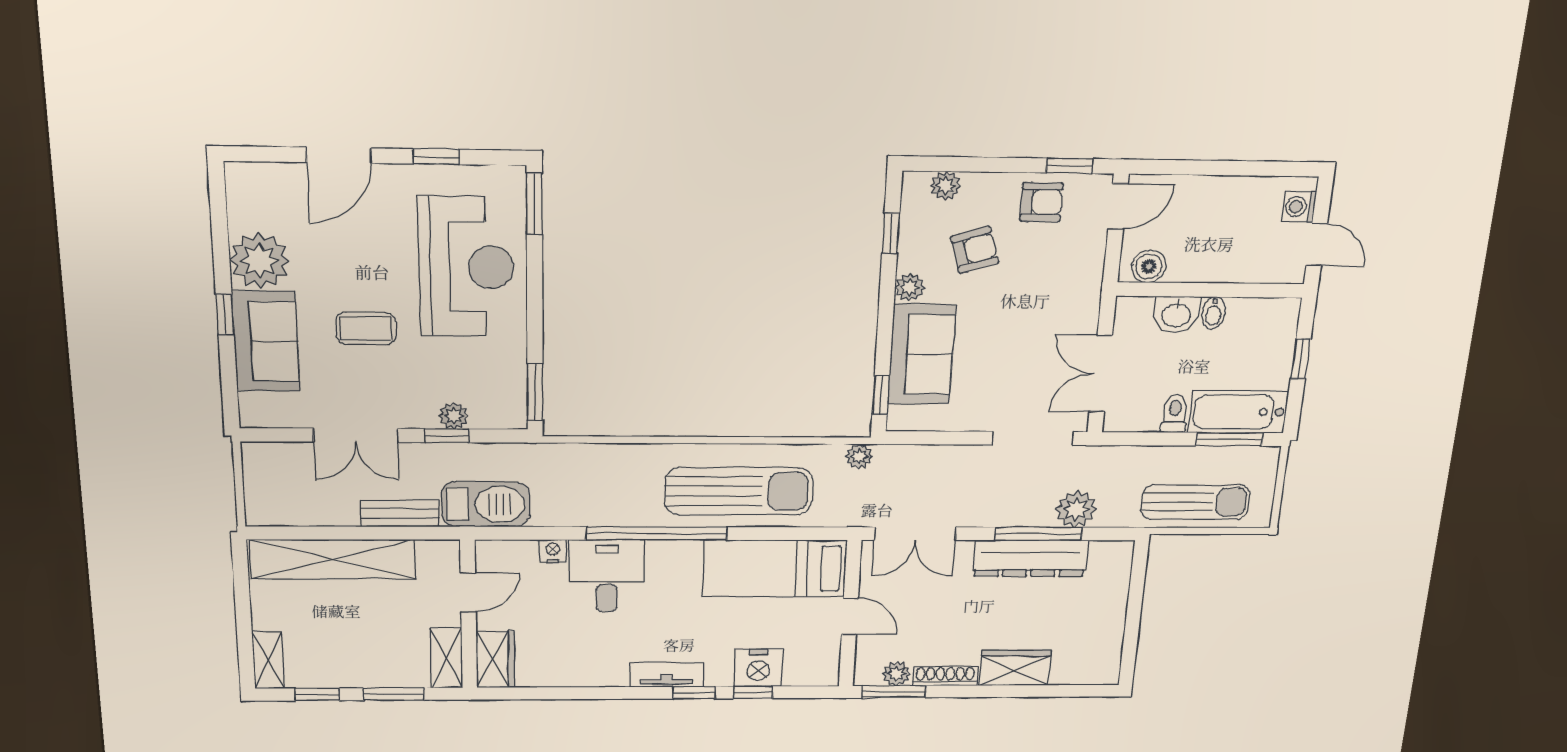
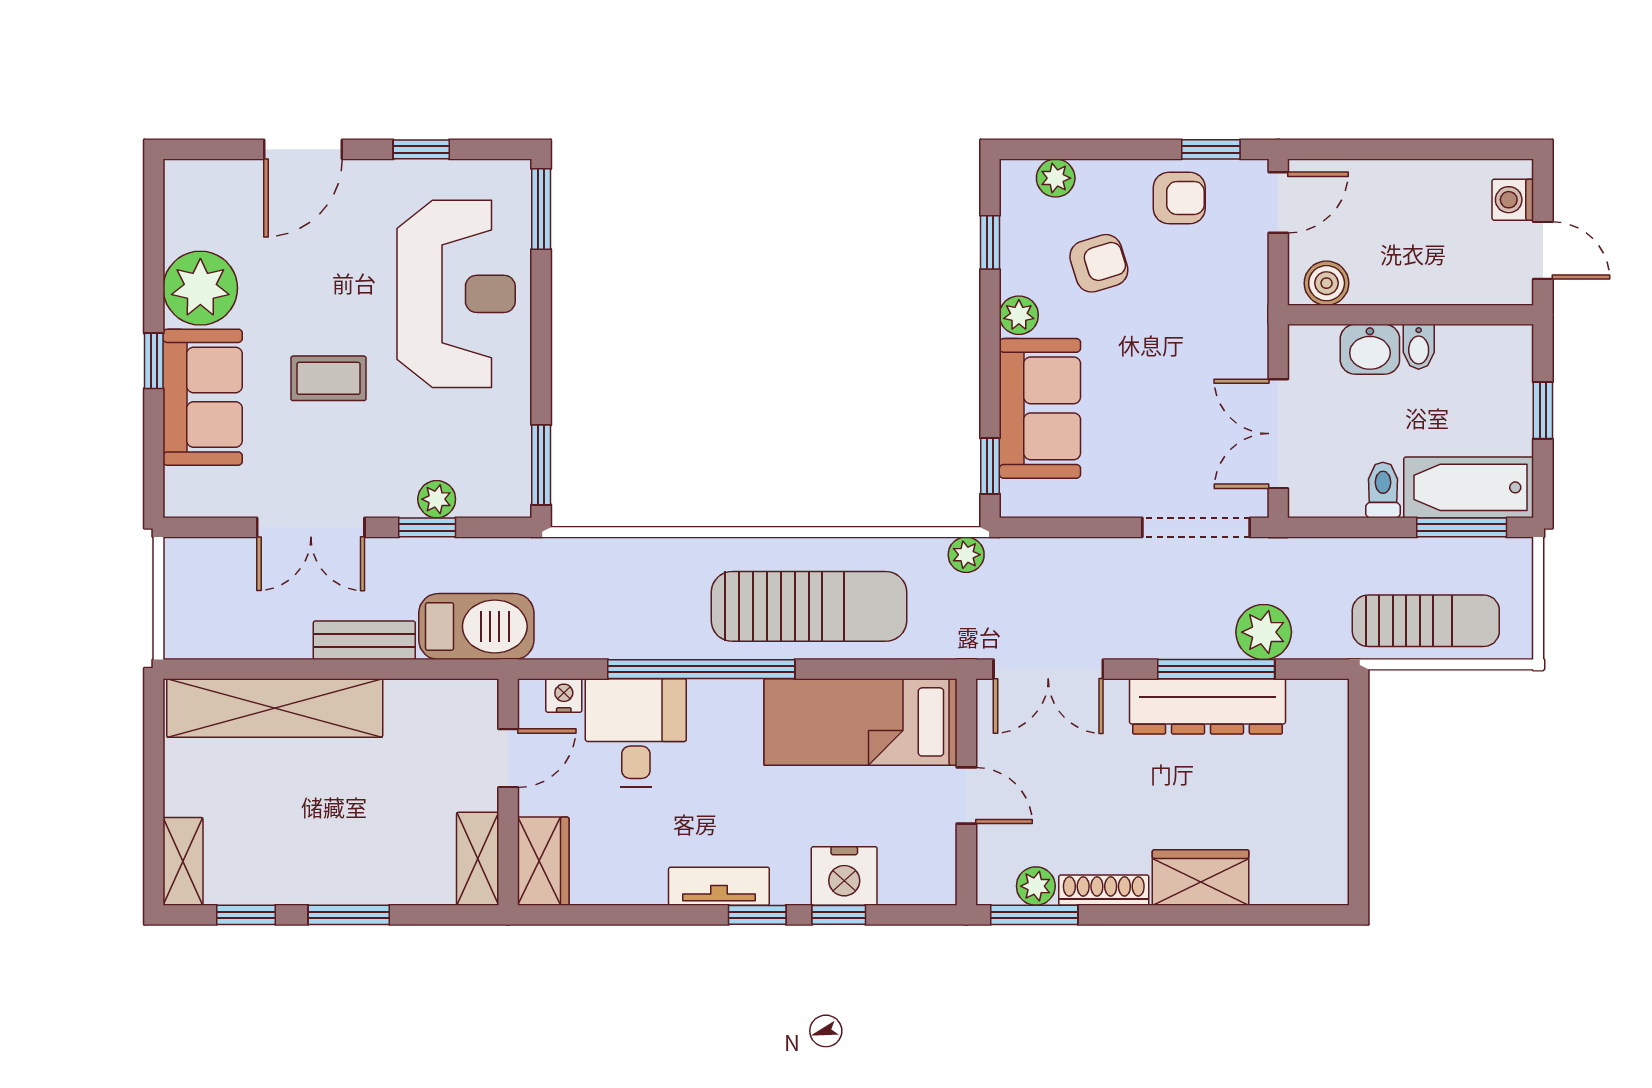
door: (468, 593) -> (508, 758), moved
wall: (469, 615) -> (508, 792), moved
shelving: (447, 658) -> (478, 859), moved
wardrobe: (495, 659) -> (543, 861), moved

